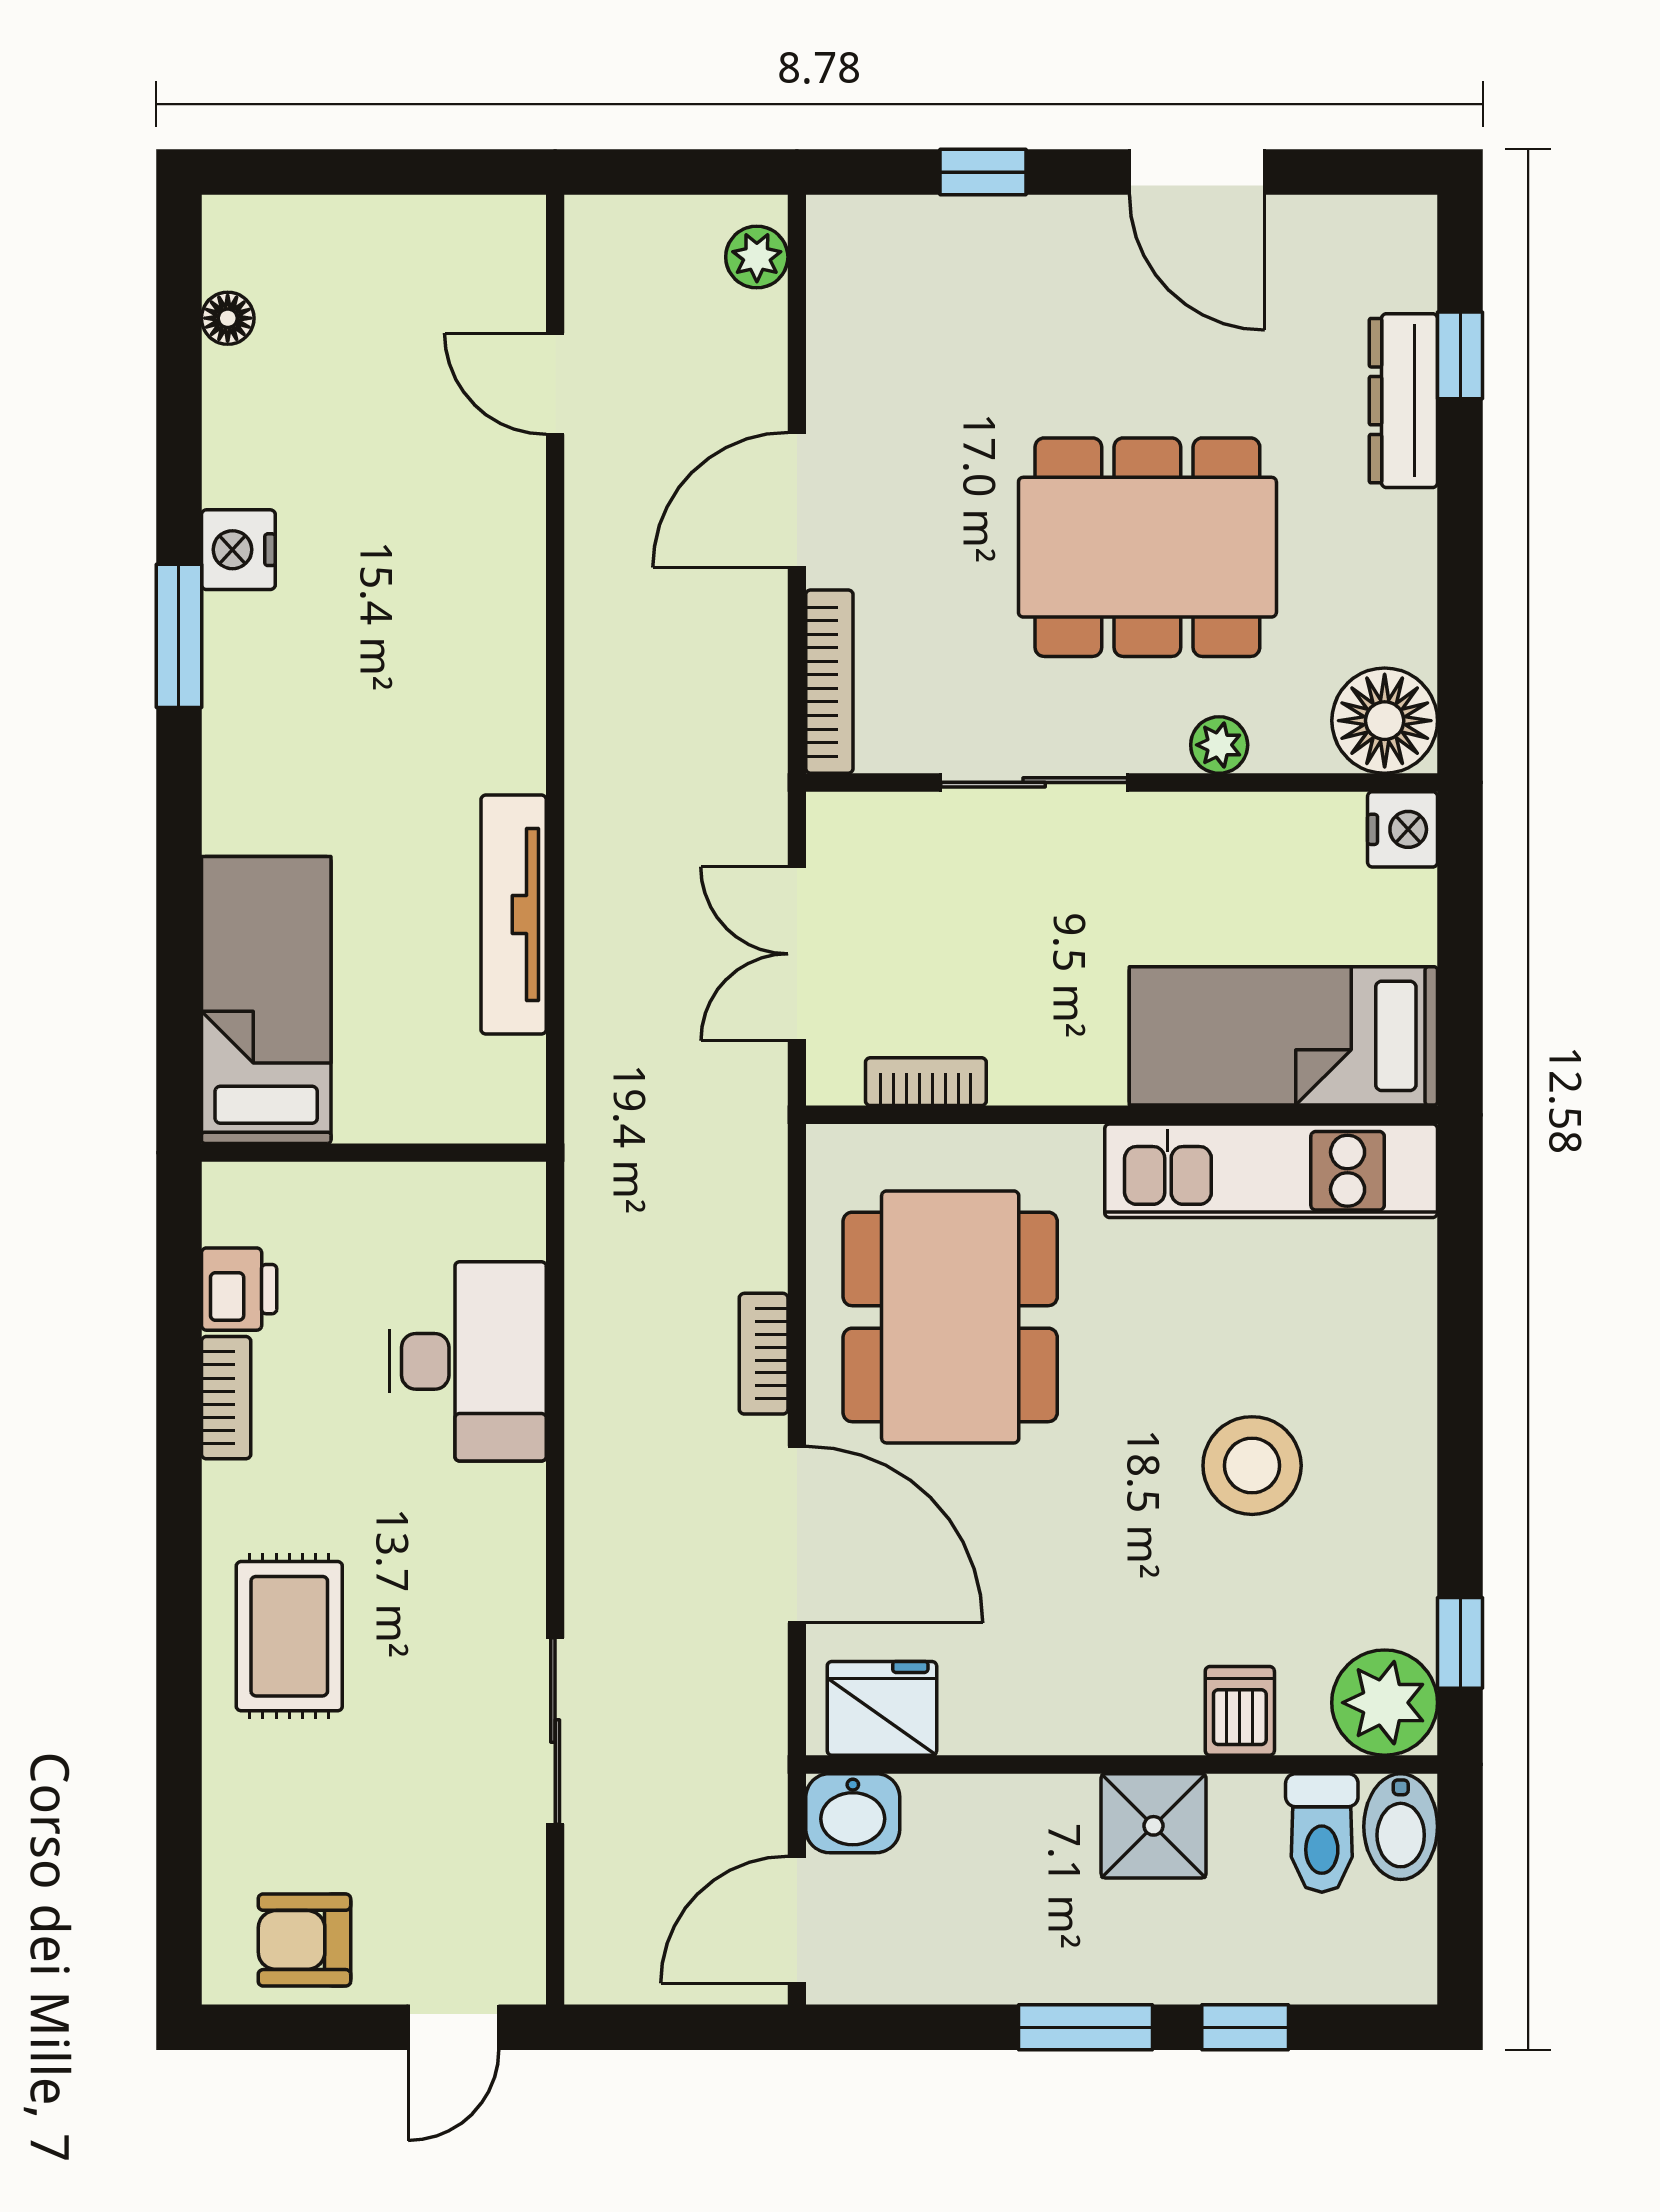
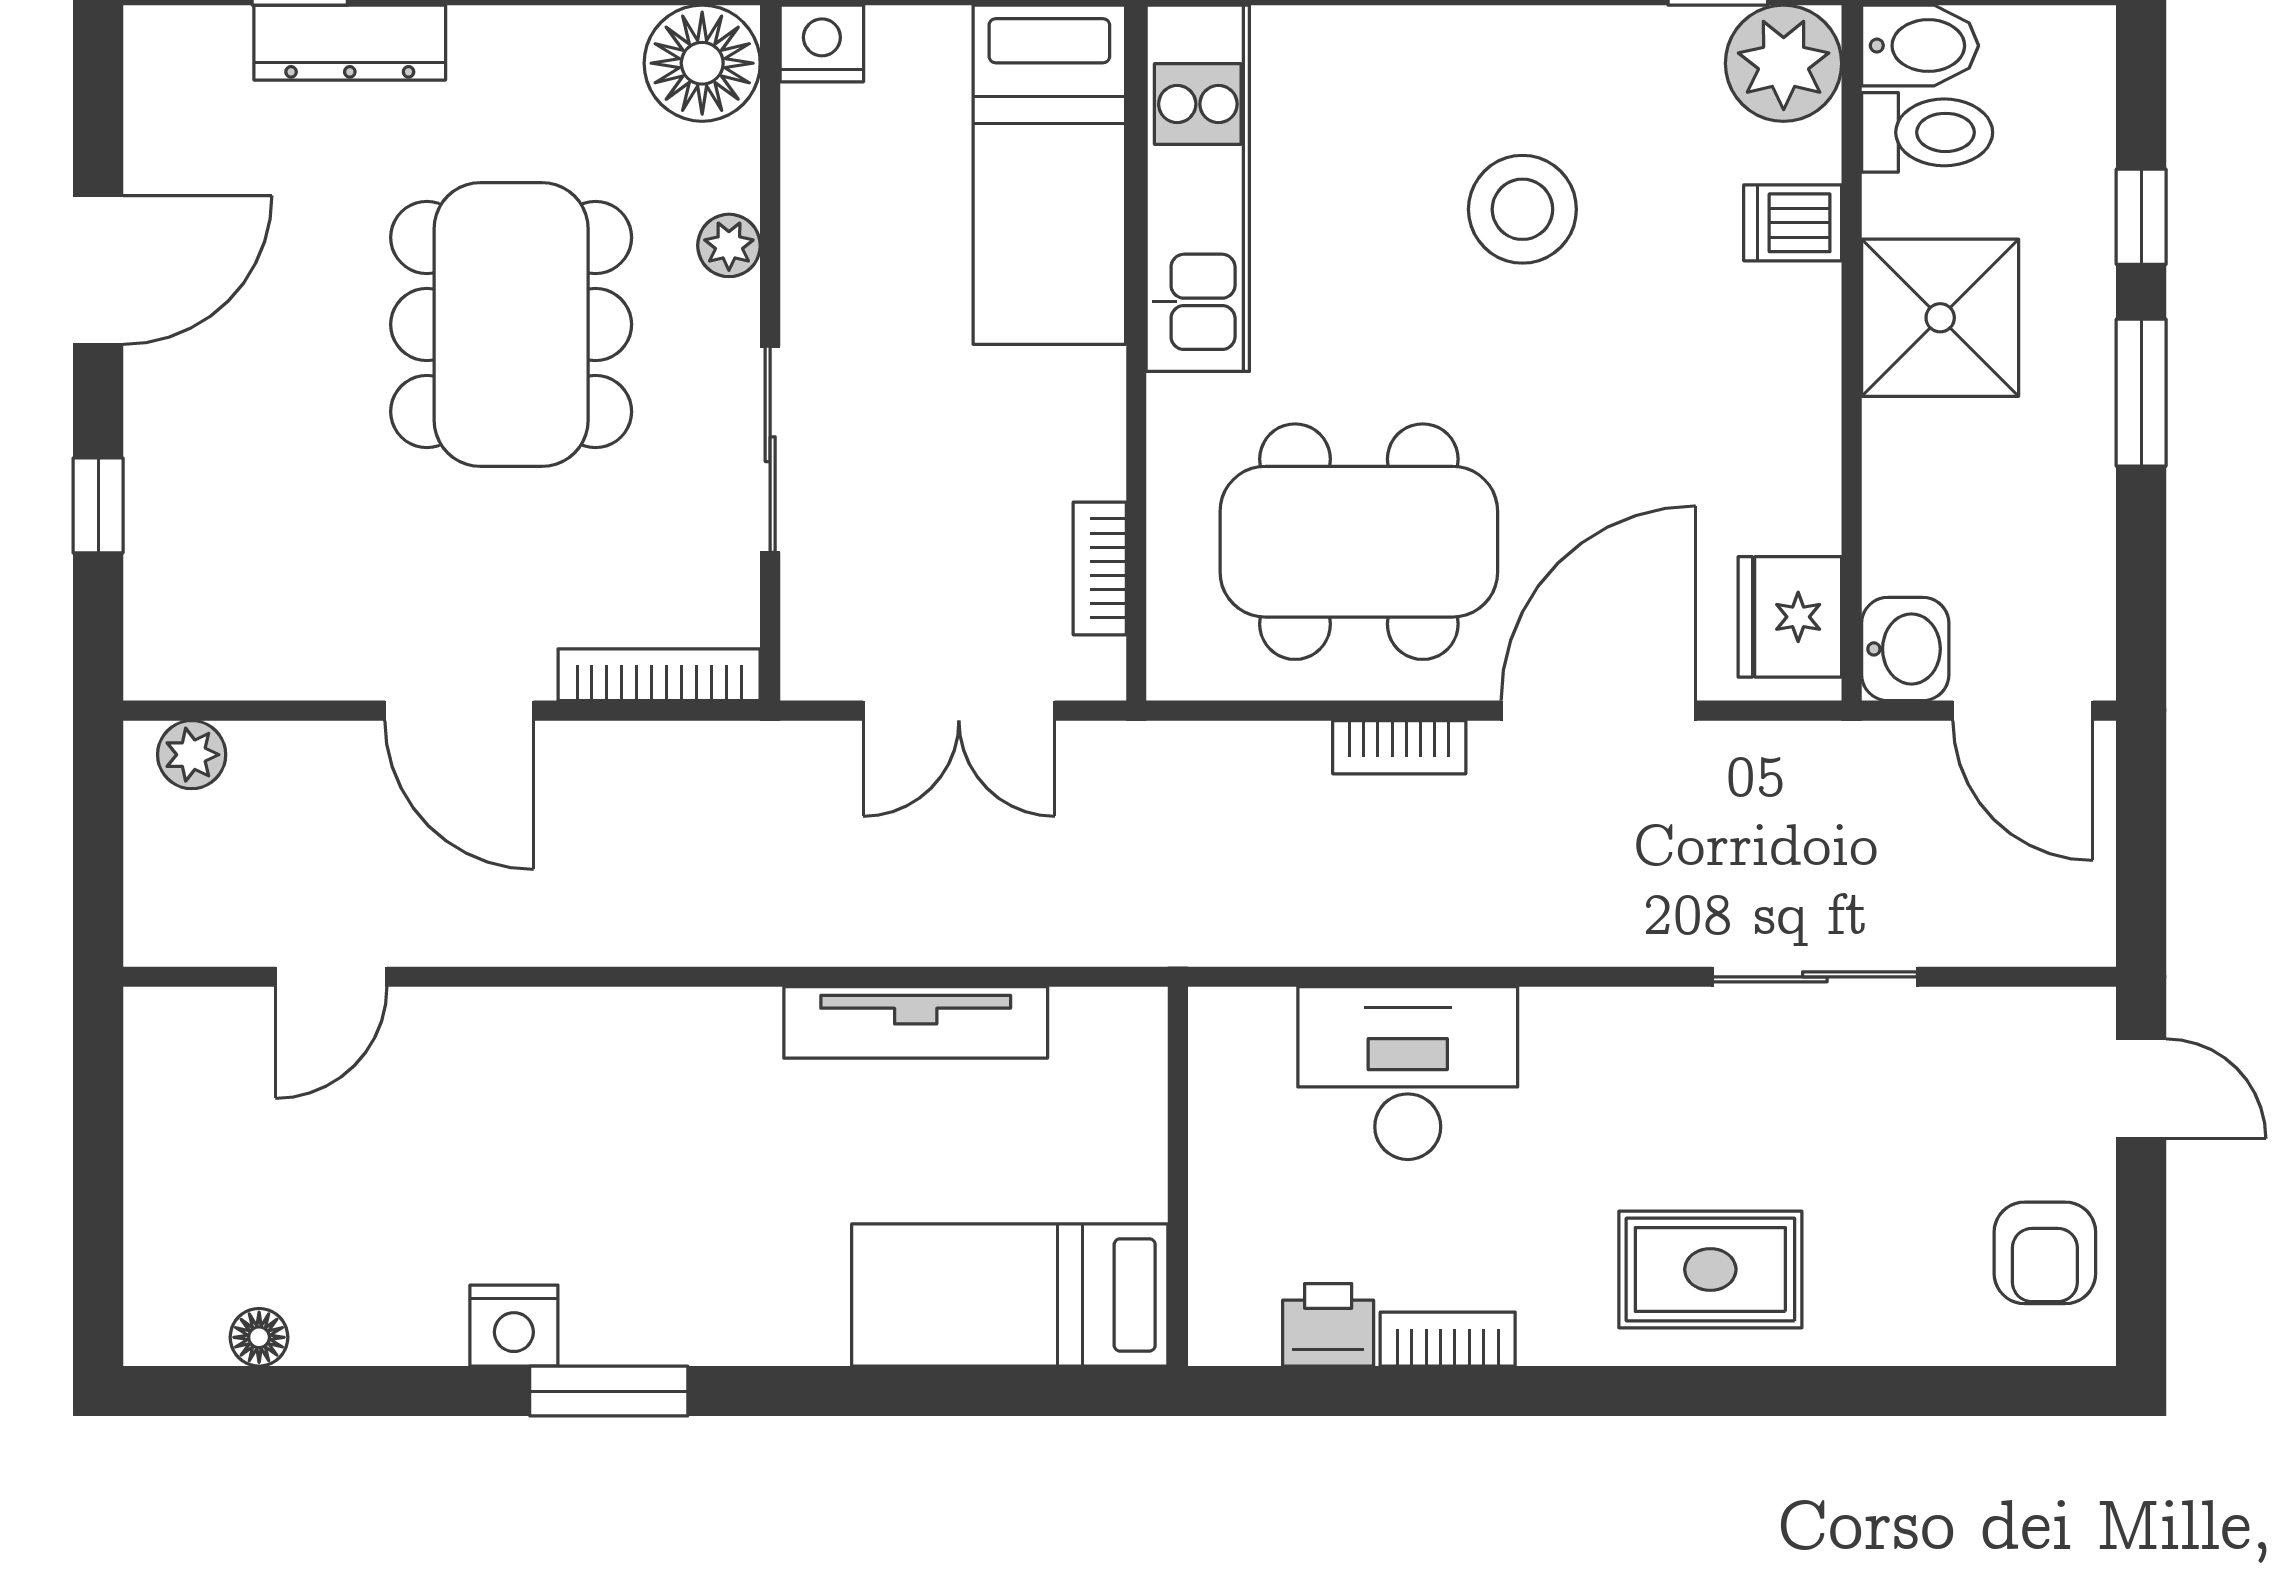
shower: (1154, 1826) -> (1940, 318), width x1.36, depth x1.36

